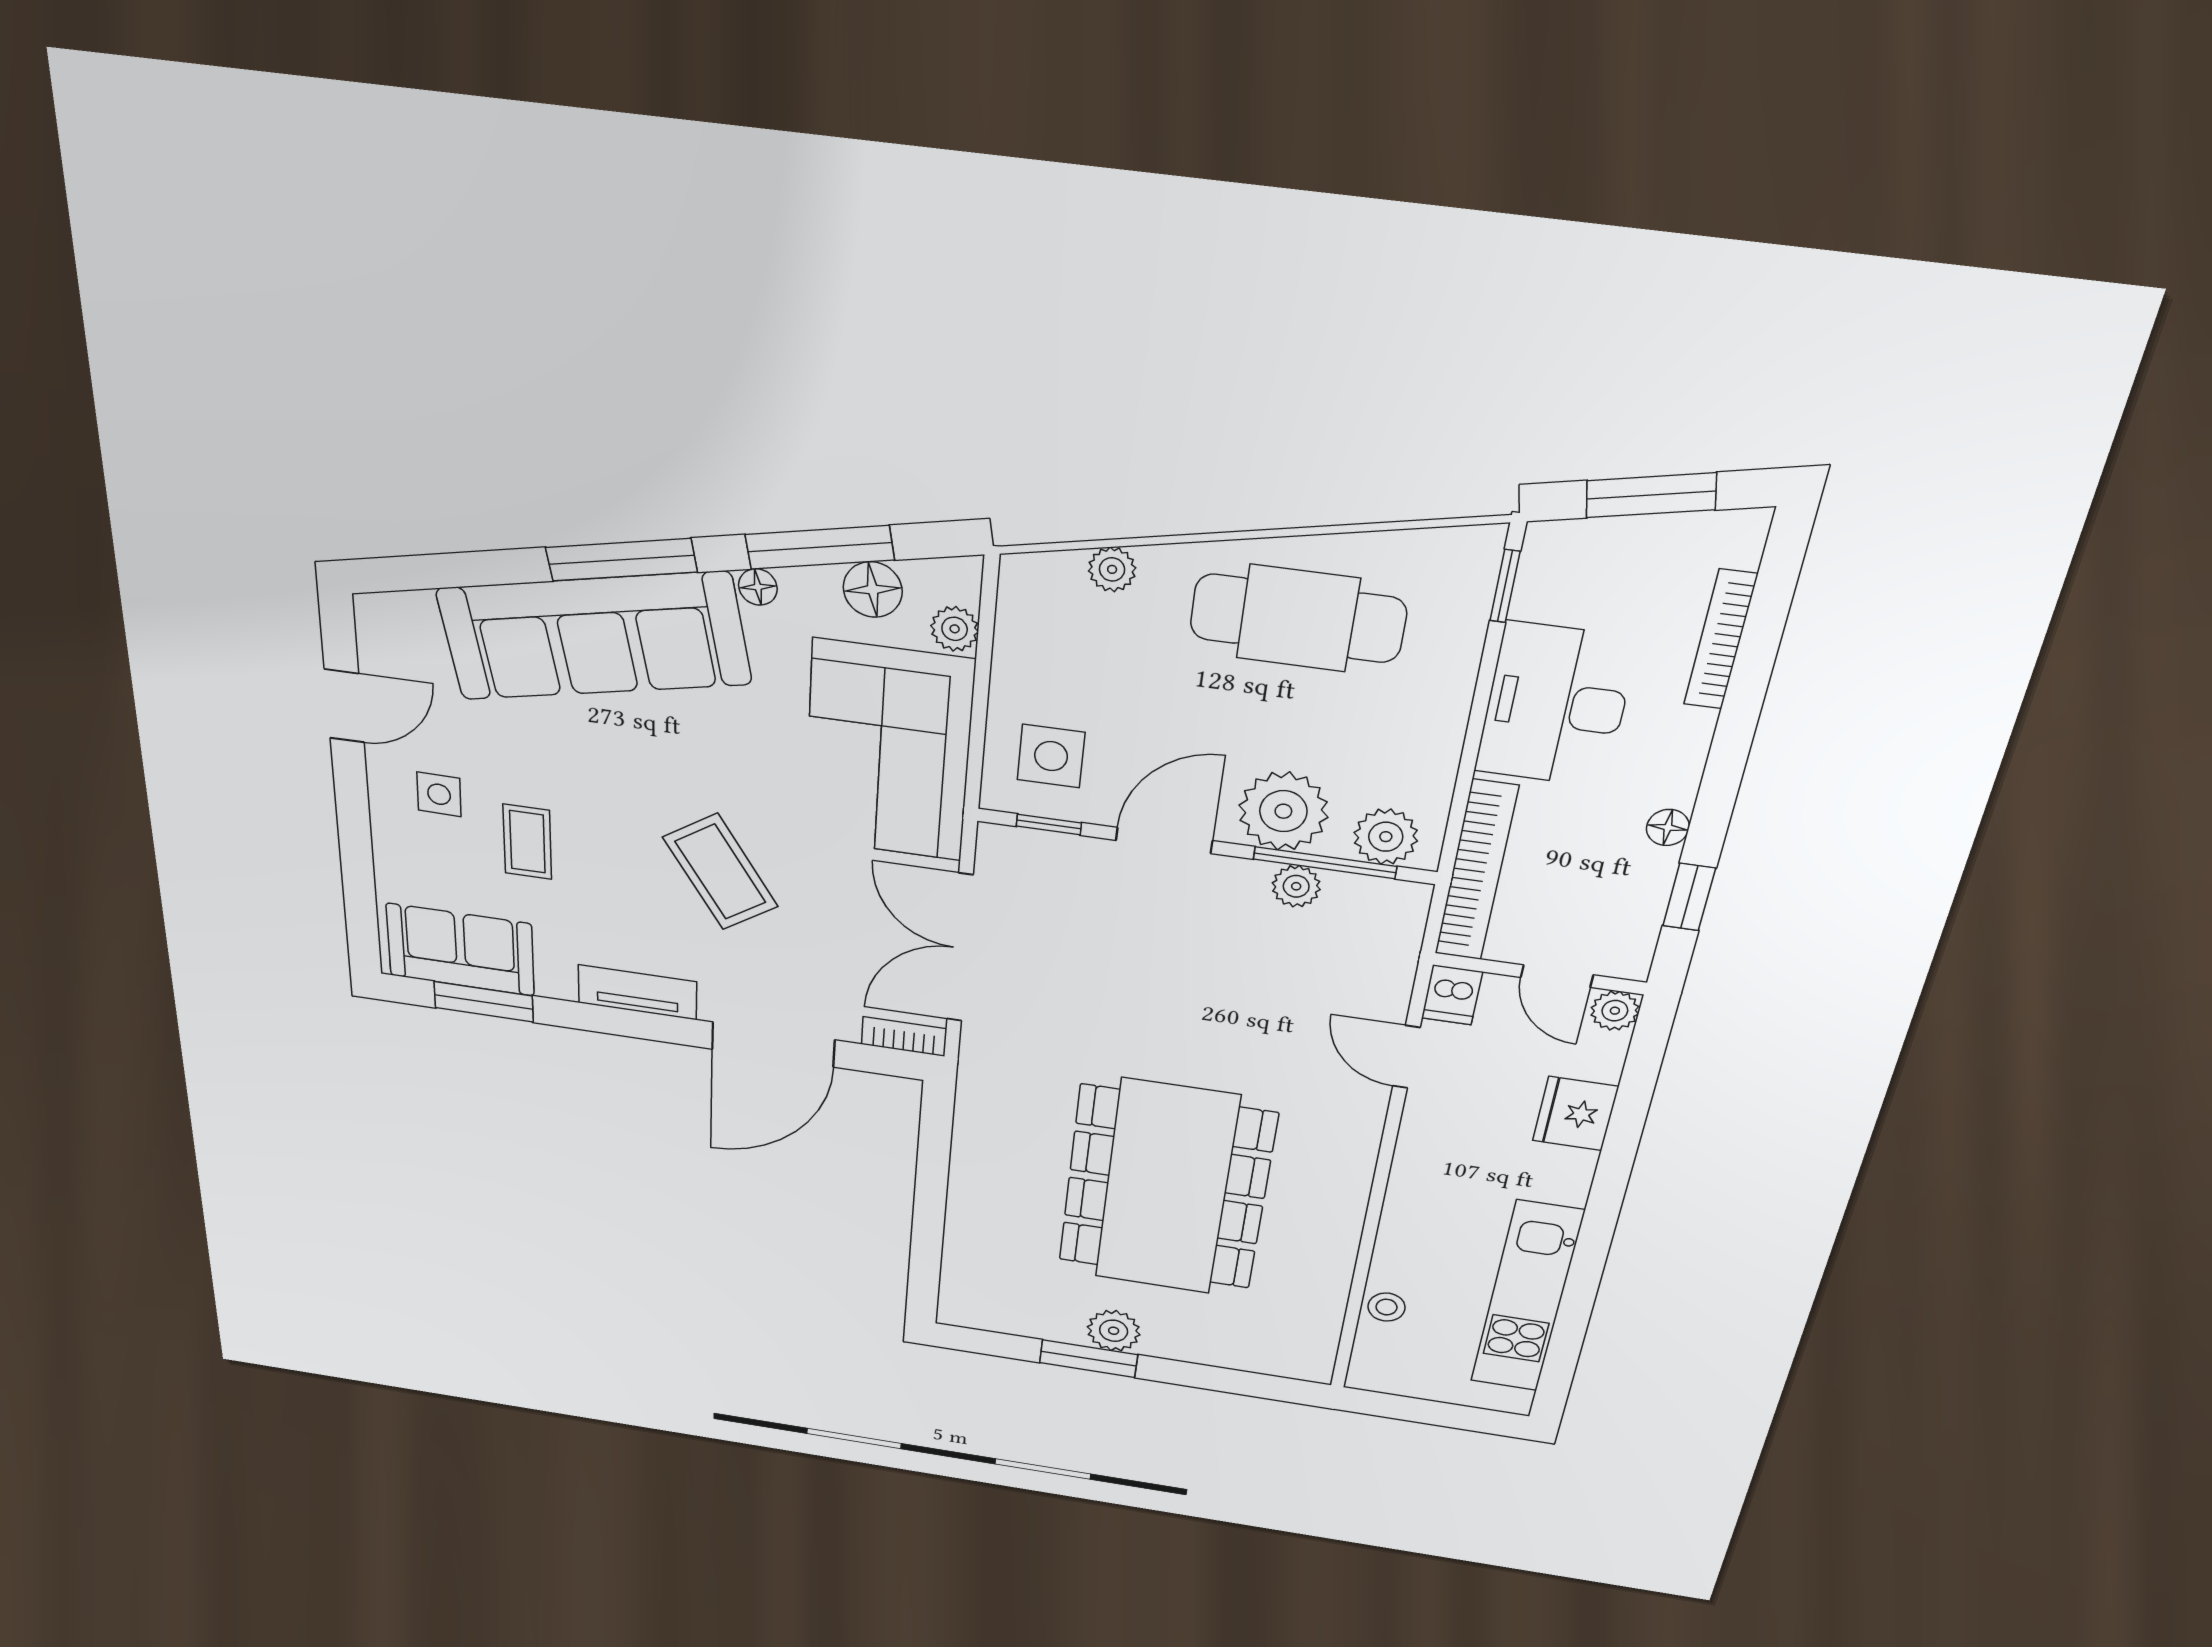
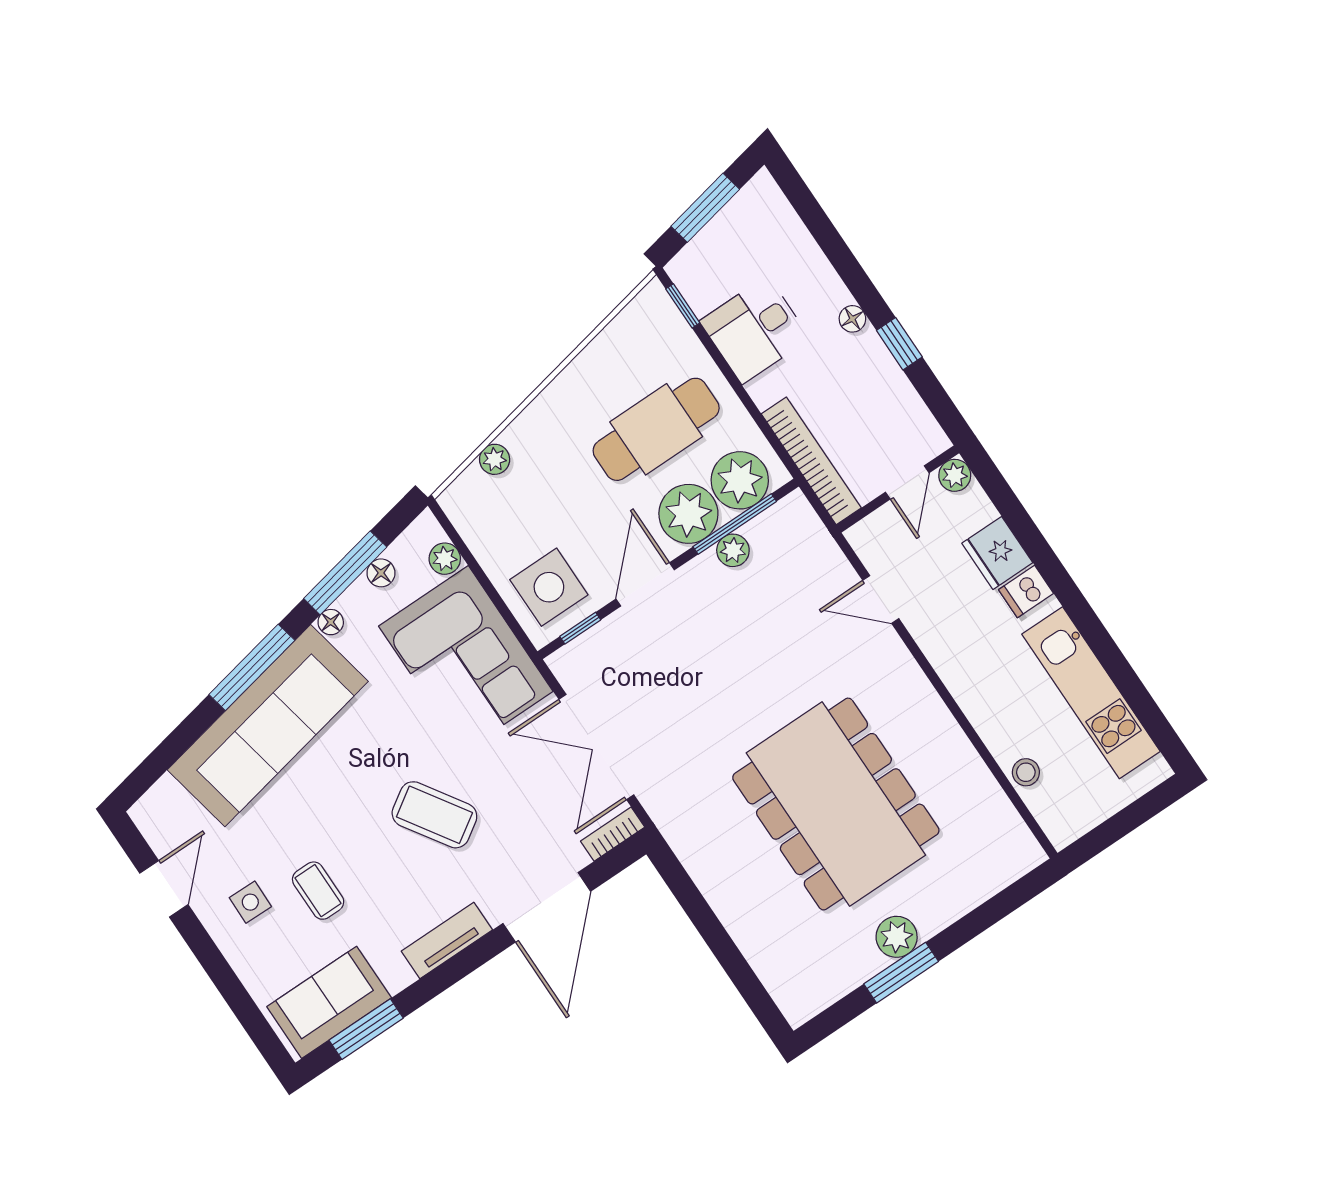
floor lamp: (873, 590) -> (381, 573), width x0.73, depth x0.73
cafe table: (1298, 618) -> (656, 429), moved
bookcase: (1721, 640) -> (804, 244), removed
desk: (1556, 705) -> (755, 330), width x0.73
side table: (1051, 756) -> (549, 587), width x1.37, depth x1.37
floor lamp: (1668, 827) -> (852, 319), moved
plant: (1386, 837) -> (740, 480), width x1.36, depth x1.36
window: (1689, 897) -> (899, 344), moved
door: (1557, 976) -> (907, 482), hinge flipped
dishwasher: (1452, 995) -> (1026, 592), moved, turned 90

